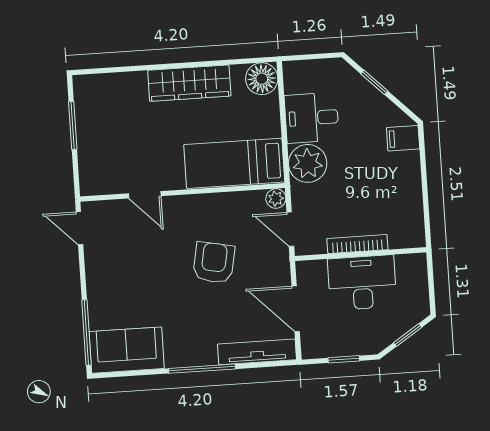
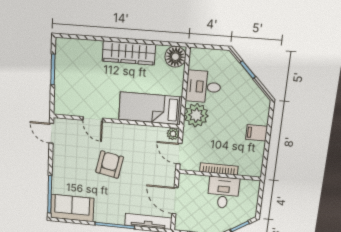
filing cabinet: (403, 138) -> (257, 133), moved
armchair: (214, 263) -> (110, 165), moved
desk: (362, 283) -> (223, 193), width x0.73

